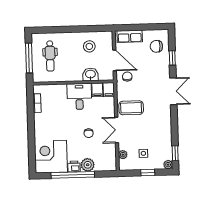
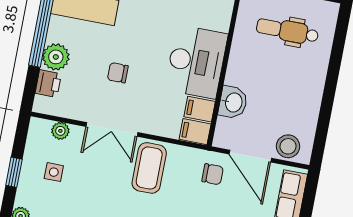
stool: (89, 46) -> (288, 146), moved
door: (114, 60) -> (250, 156), hinge flipped
desk: (79, 96) -> (196, 62), width x1.37
double door: (117, 130) -> (112, 129), swing flipped
printer: (74, 166) -> (48, 84), moved

